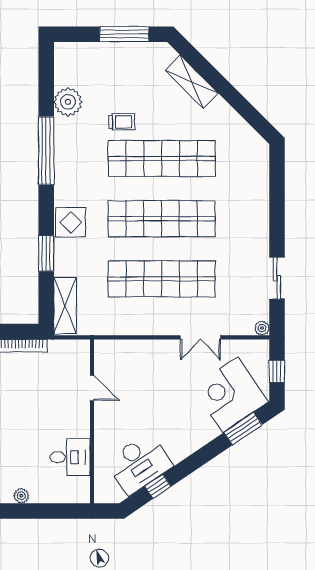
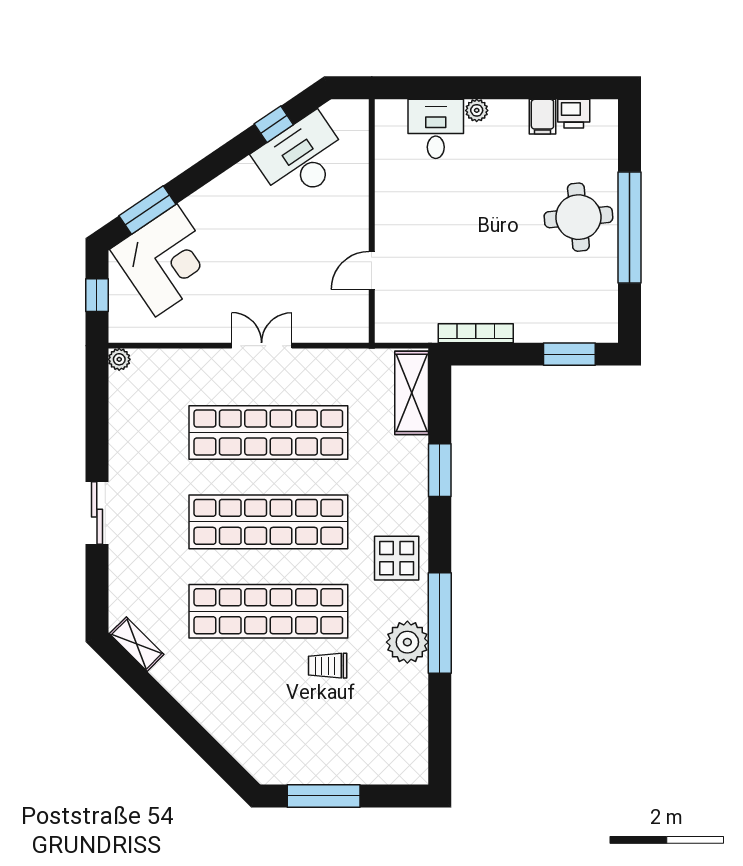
shelving: (192, 82) -> (137, 644), moved, width x0.67, depth x0.75
plant: (68, 102) -> (407, 642), moved
display table: (71, 222) -> (397, 558), moved
sliding door: (277, 278) -> (97, 513), moved
double door: (200, 337) -> (262, 346), moved
door: (92, 388) -> (372, 270), hinge flipped
desk: (70, 457) -> (436, 129), moved, turned 90

